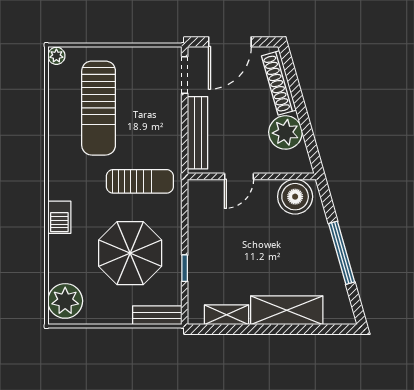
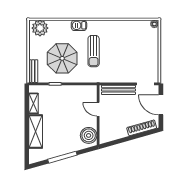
sun lounger: (99, 108) -> (130, 44), removed
plant: (285, 132) -> (119, 131), removed
sun lounger: (140, 181) -> (94, 51), moved

